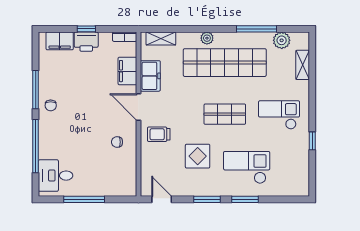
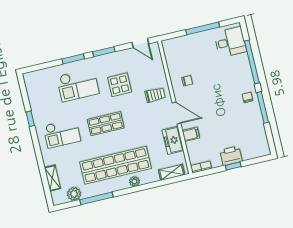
filing cabinet: (60, 41) -> (252, 151), removed
filing cabinet: (127, 71) -> (191, 134), width x0.50

